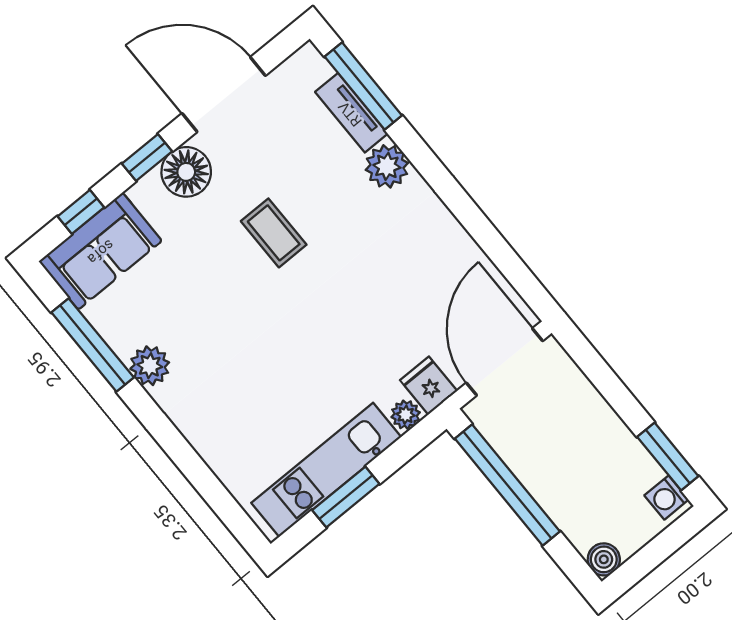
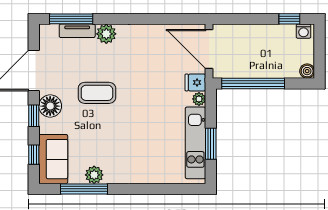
coffee table: (274, 233) -> (97, 93), width x1.36, depth x1.30
plant: (150, 366) -> (94, 175), moved
window: (668, 457) -> (289, 19), width x0.67

